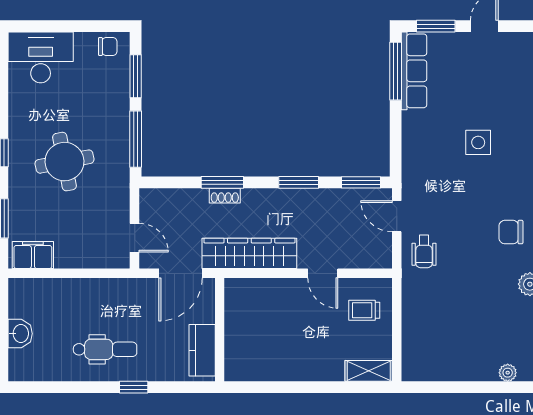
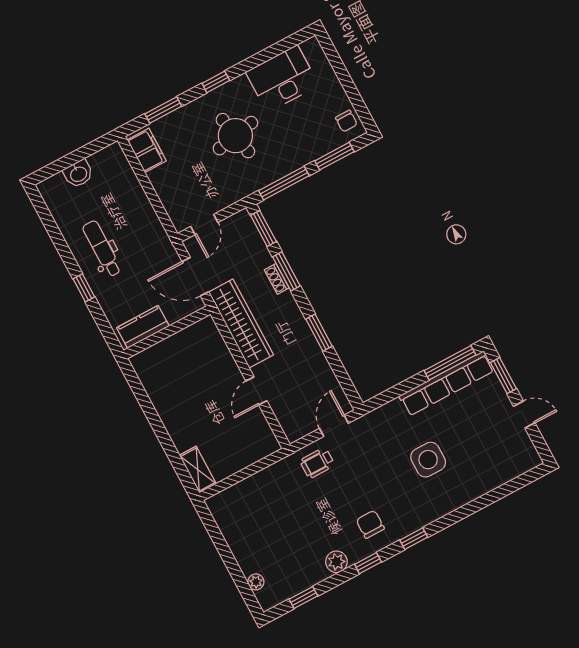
desk: (41, 57) -> (282, 79), moved, turned -90
row of seats: (414, 71) -> (447, 383), width x1.36
side table: (478, 142) -> (428, 460), width x1.37, depth x1.37
window: (361, 182) -> (263, 228), moved
trolley: (364, 310) -> (245, 440), removed
dental chair: (105, 349) -> (102, 249), turned 180

